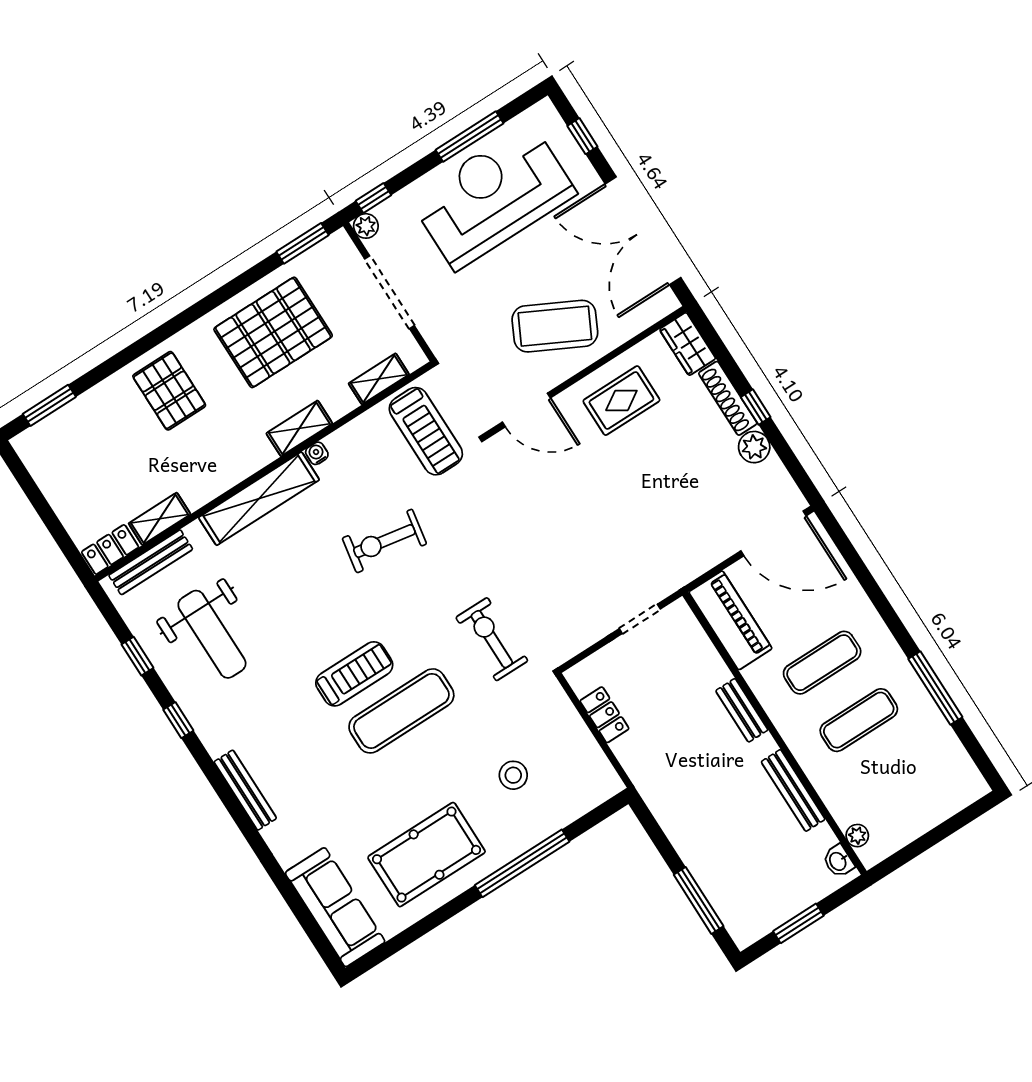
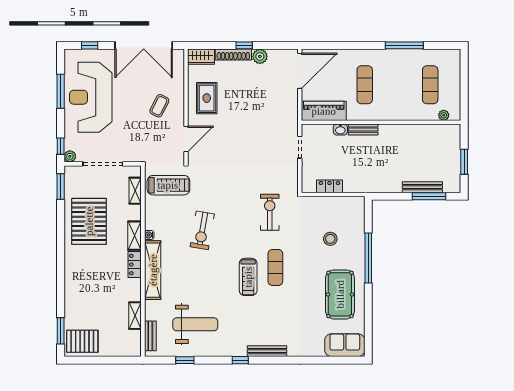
coffee table: (555, 326) -> (159, 106), width x0.54, depth x0.58
pallet: (169, 391) -> (82, 341), moved
locker: (110, 549) -> (135, 265), moved
bench: (151, 562) -> (150, 336), width x0.73
exercise bike: (492, 639) -> (270, 212), turned 90
treadmill: (354, 674) -> (248, 277), turned 180
exercise mat: (401, 711) -> (275, 267), width x0.73, depth x0.69
window: (178, 720) -> (240, 360), moved
exercise mat: (859, 720) -> (430, 85), moved
bench: (793, 790) -> (422, 187), moved
washbasin: (838, 861) -> (340, 130), moved
sofa: (335, 907) -> (345, 345), width x0.73

